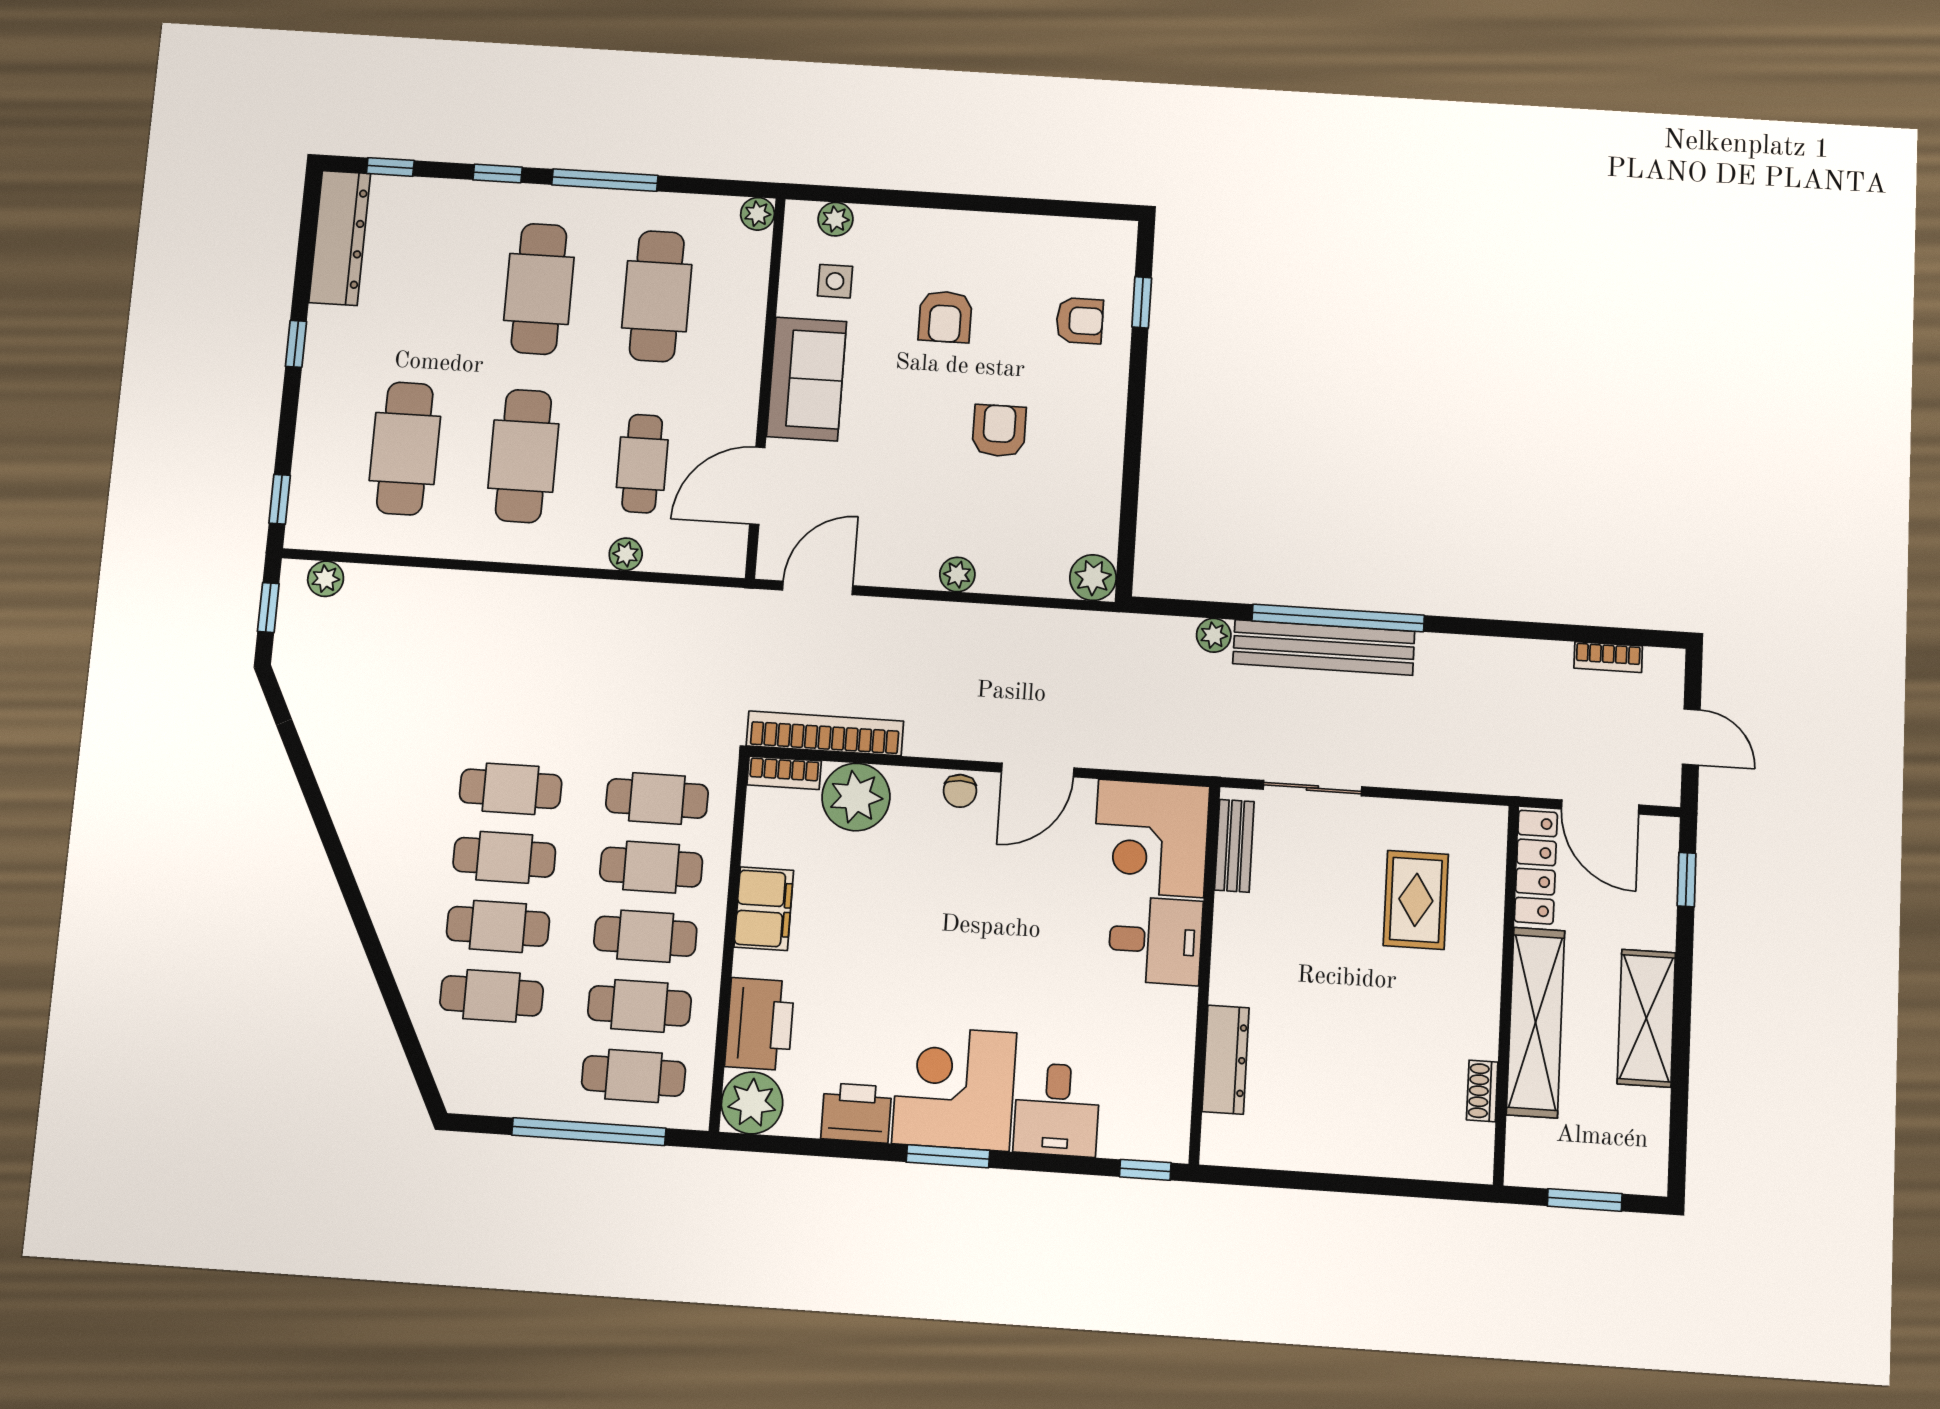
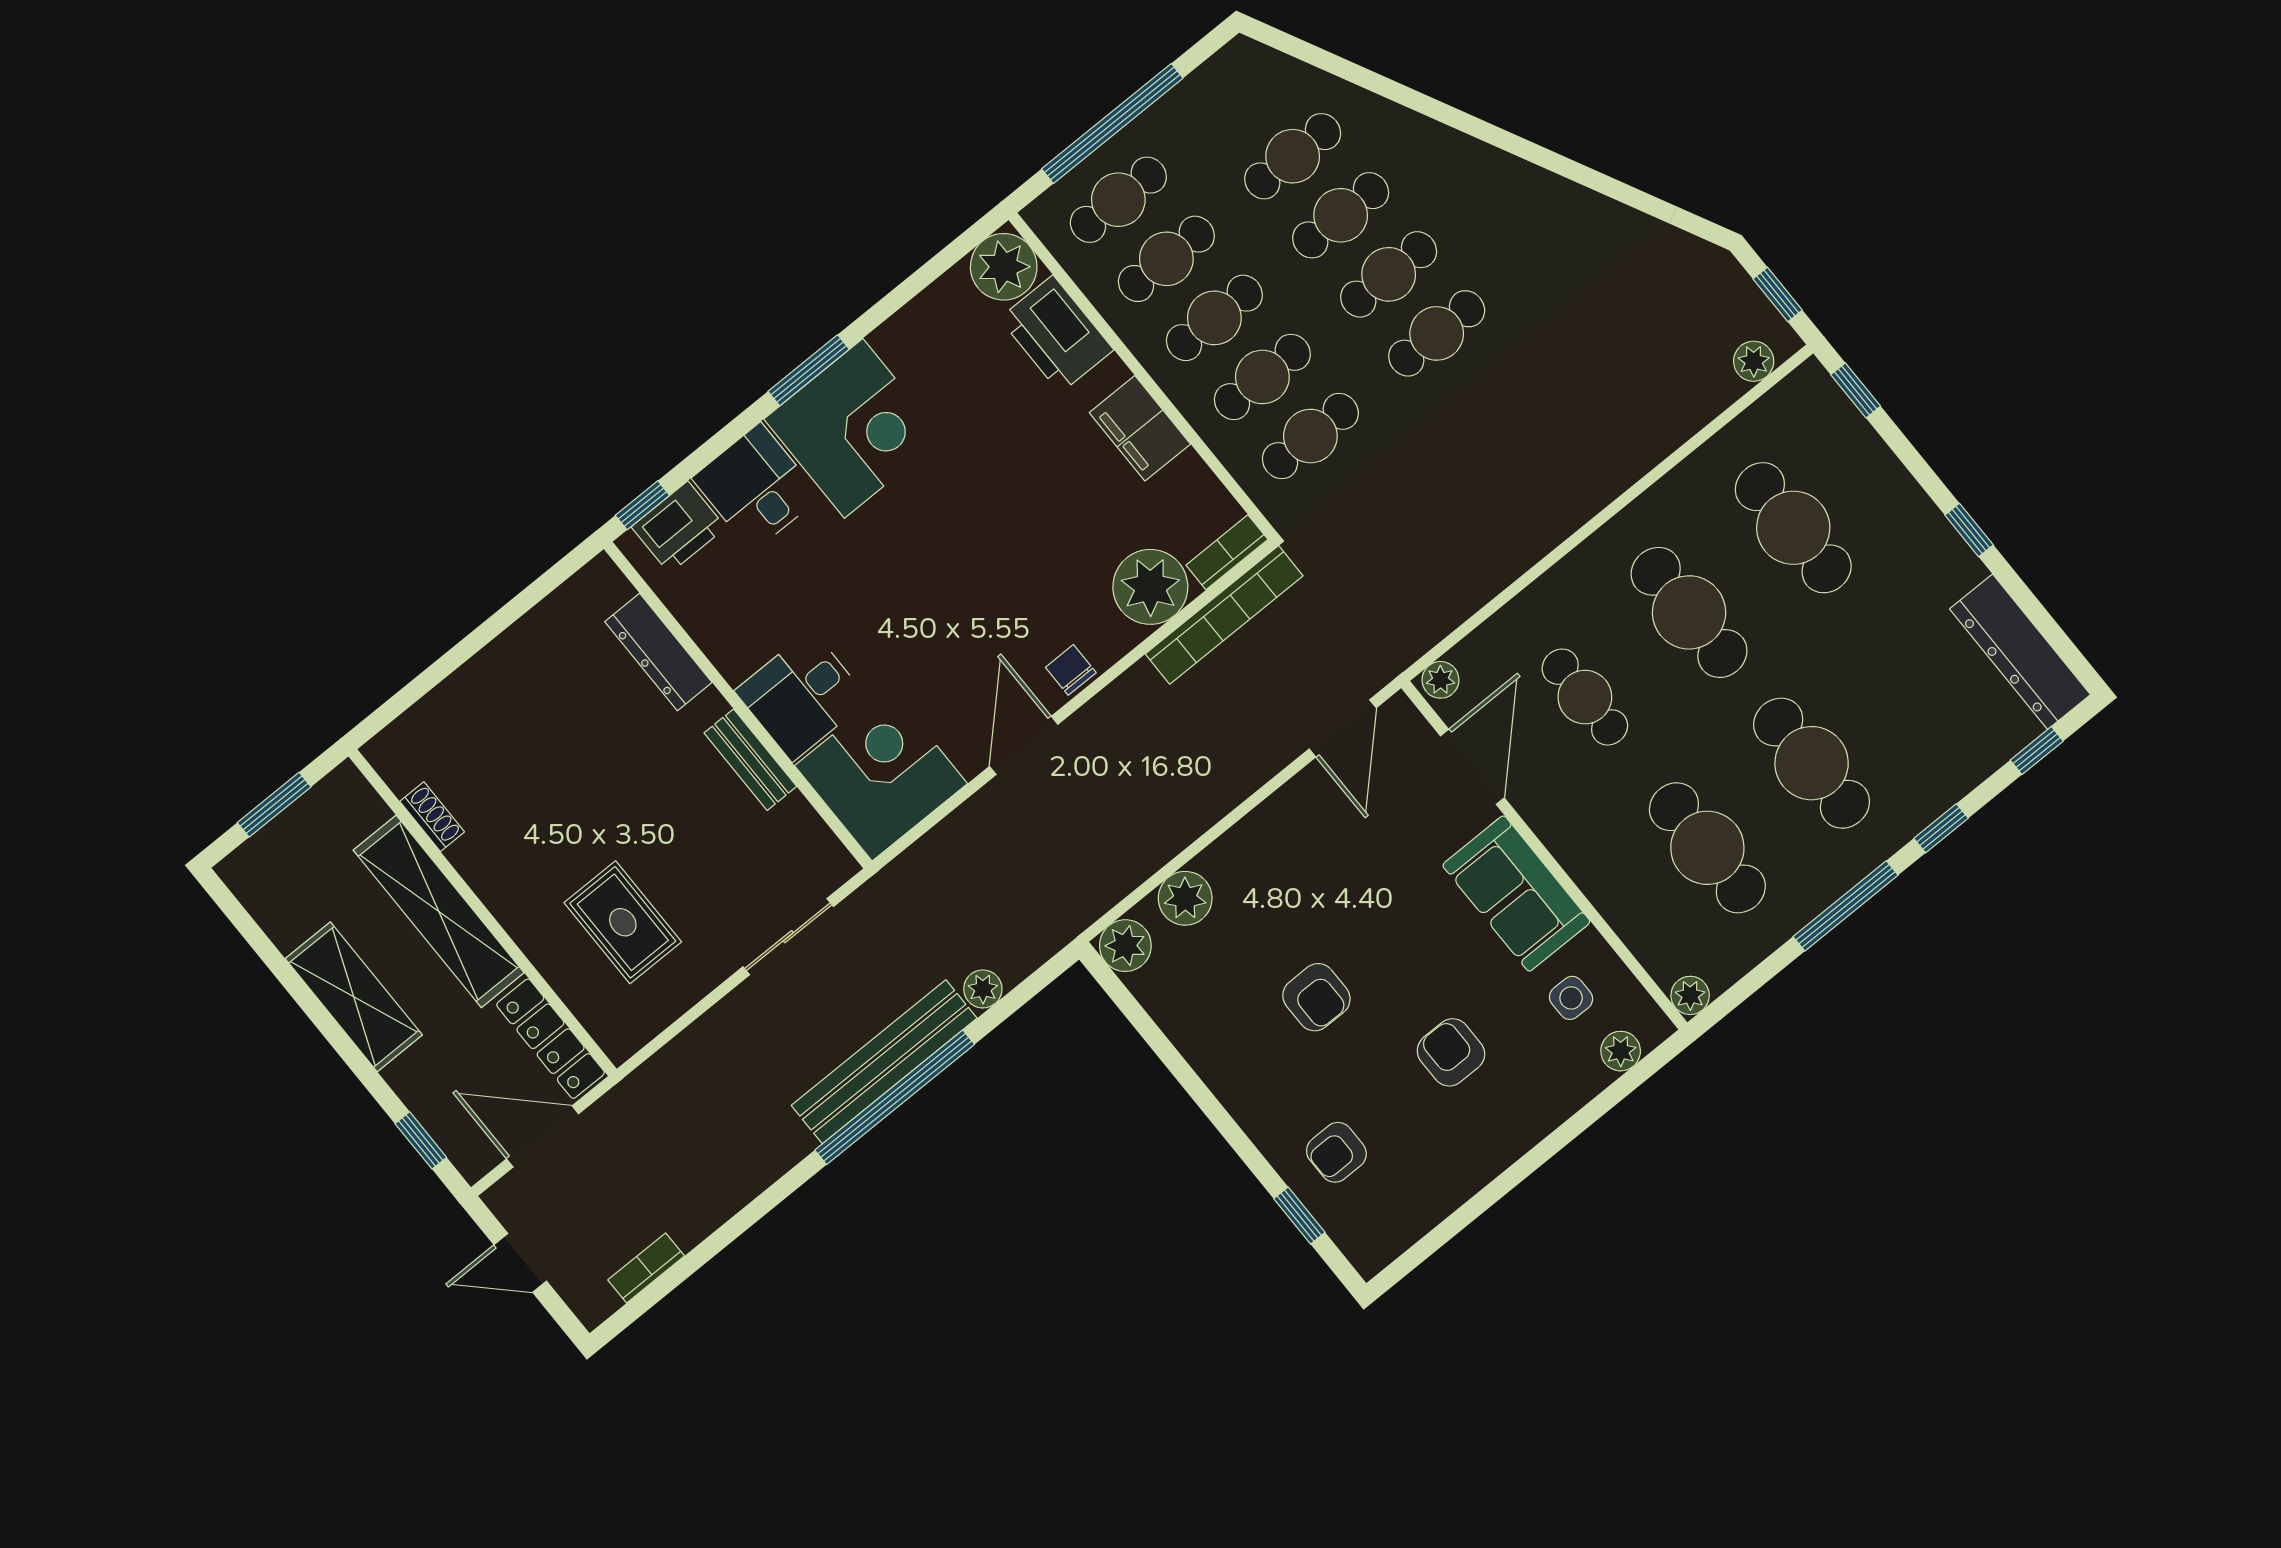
plant: (626, 554) -> (1440, 680), moved
plant: (957, 574) -> (1185, 898), moved, width x1.38, depth x1.38
bench: (1234, 846) -> (750, 760), moved
printer: (856, 1113) -> (679, 527), moved

